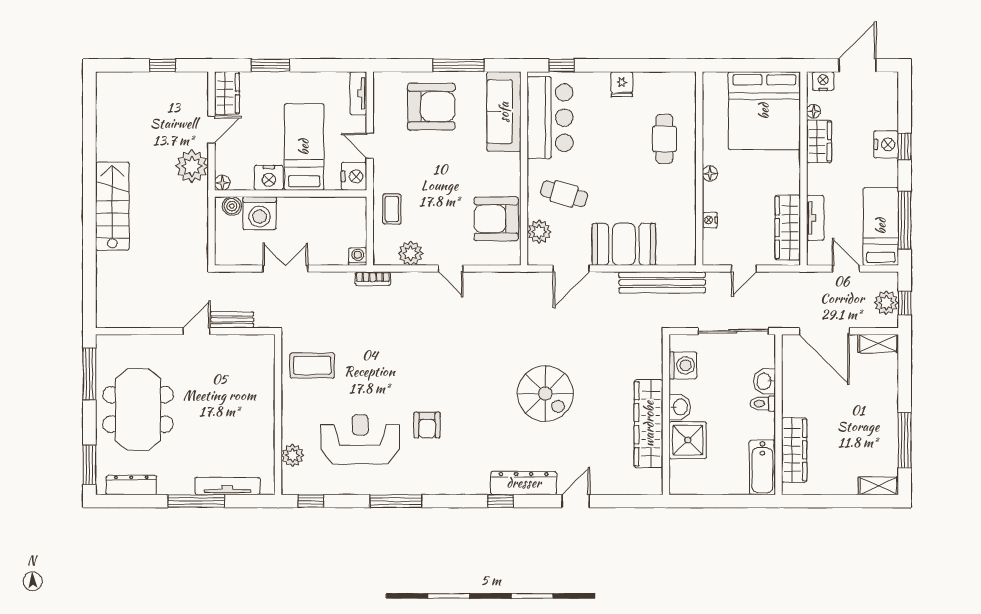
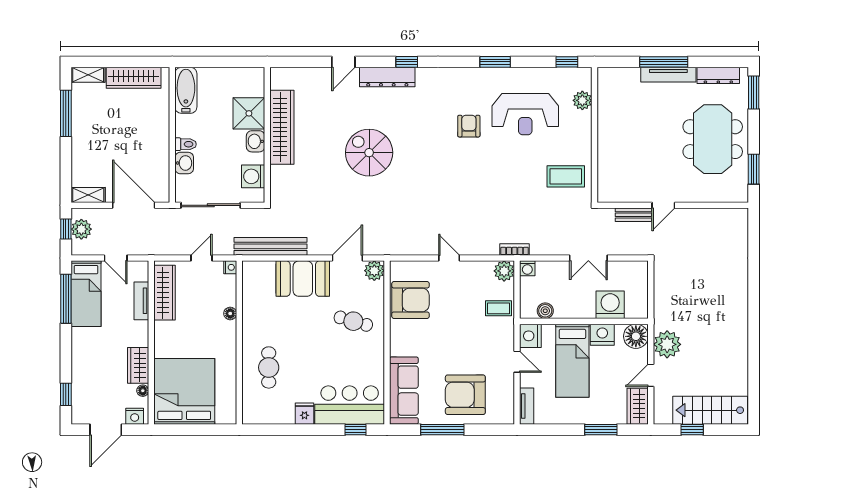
bar counter: (550, 118) -> (350, 405), moved, turned 90
nightstand: (886, 144) -> (82, 363), removed
window: (905, 146) -> (66, 394), moved
floor lamp: (710, 173) -> (230, 313), moved
floor lamp: (222, 183) -> (636, 336), width x1.89, depth x1.89
stairs: (112, 206) -> (710, 410), moved, turned 90
boiler: (232, 206) -> (545, 311), moved
coffee table: (392, 209) -> (498, 308), turned 90
nightstand: (710, 220) -> (230, 267), moved
plant: (539, 232) -> (374, 271), moved
plant: (411, 253) -> (504, 271), moved
window: (89, 374) -> (754, 169), width x0.69
wardrobe: (794, 450) -> (134, 78), moved, turned -90
tv unit: (228, 486) -> (668, 75), moved
window: (396, 501) -> (495, 62), width x0.69

